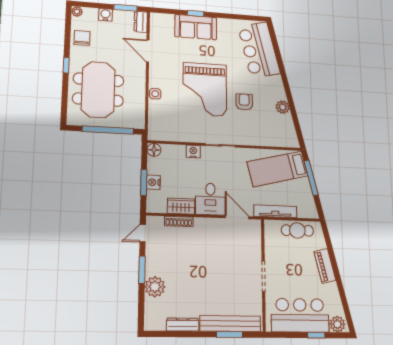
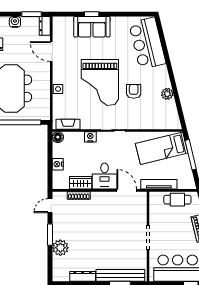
fireplace: (167, 135) -> (68, 124), added
window: (144, 182) -> (50, 165), removed

